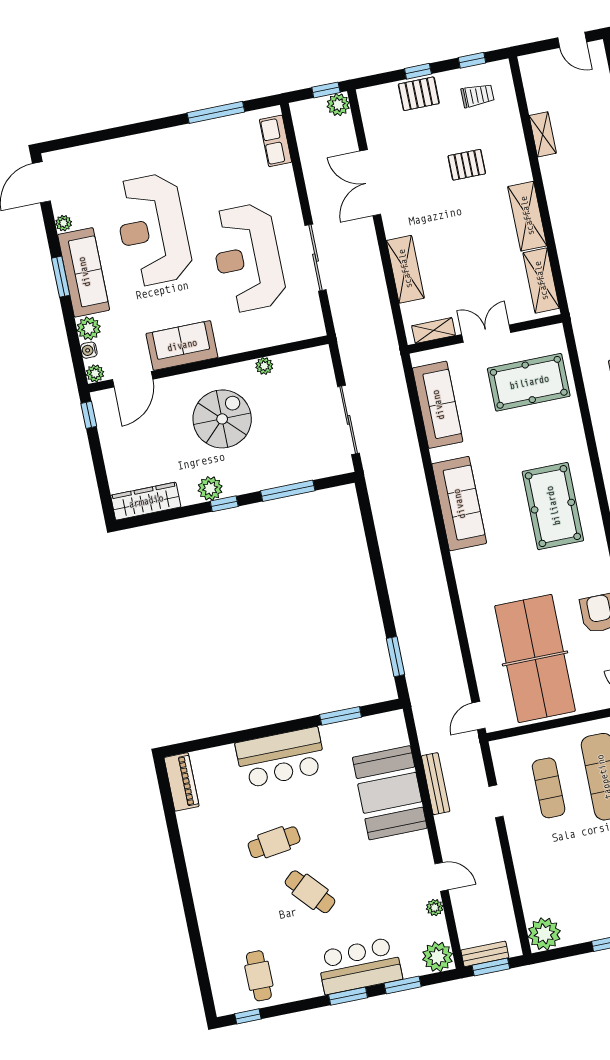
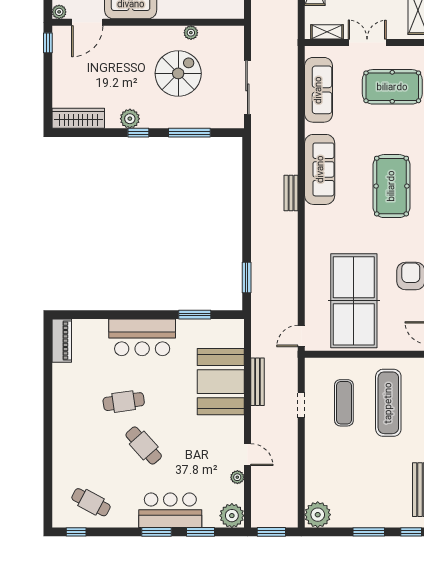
spiral stairs: (222, 419) -> (178, 73), moved
bench: (485, 954) -> (291, 193), moved, turned 90
cafe table: (259, 976) -> (91, 502), turned -62

